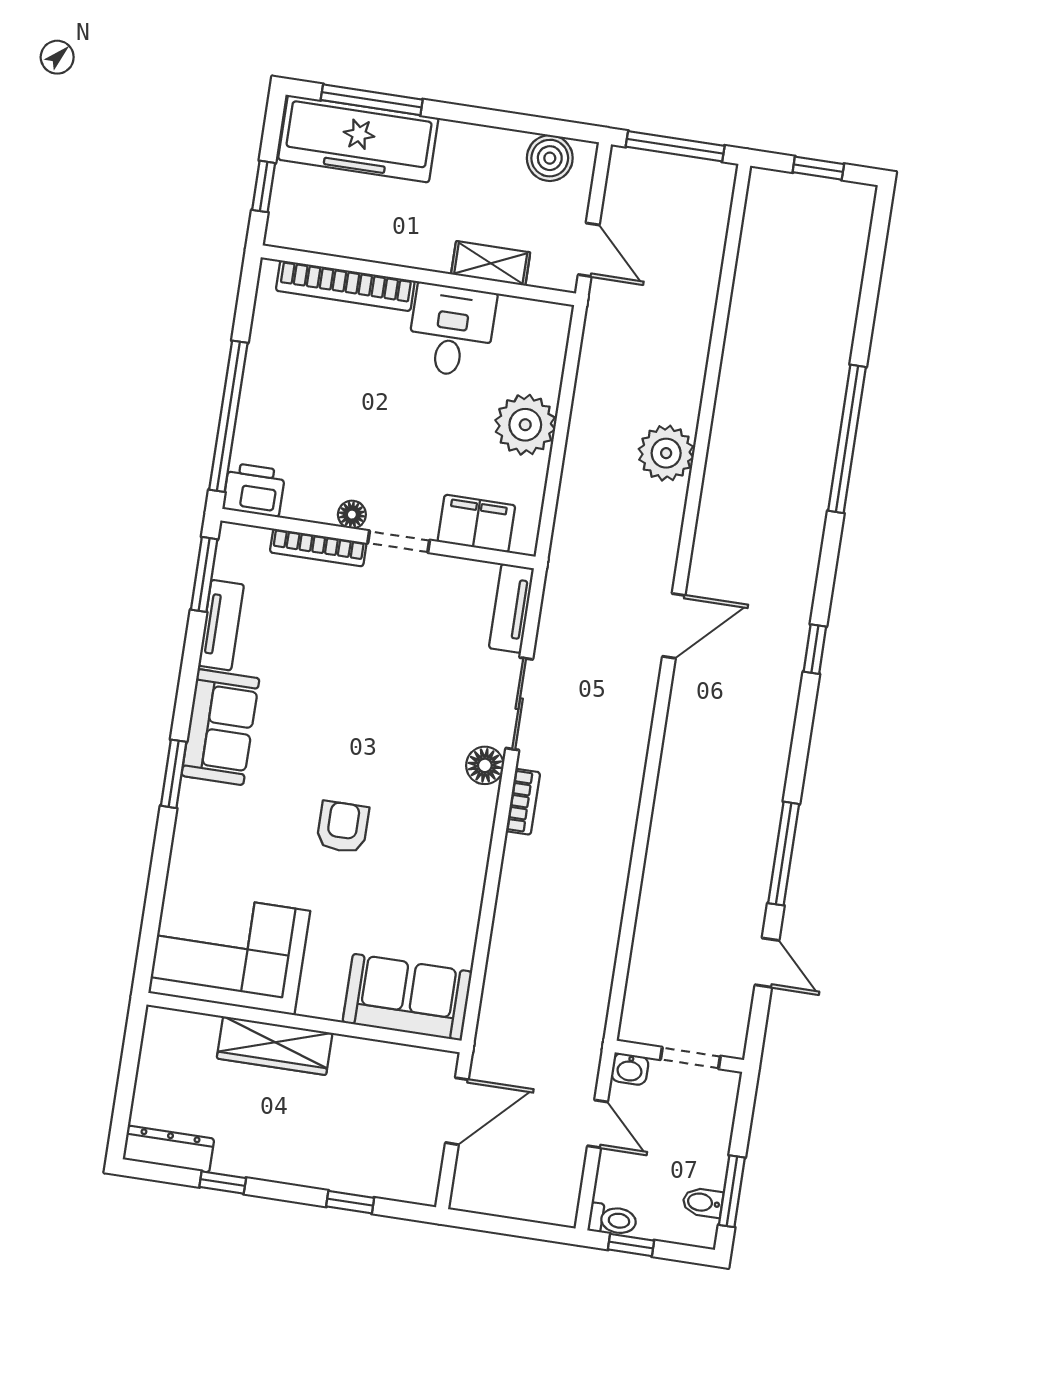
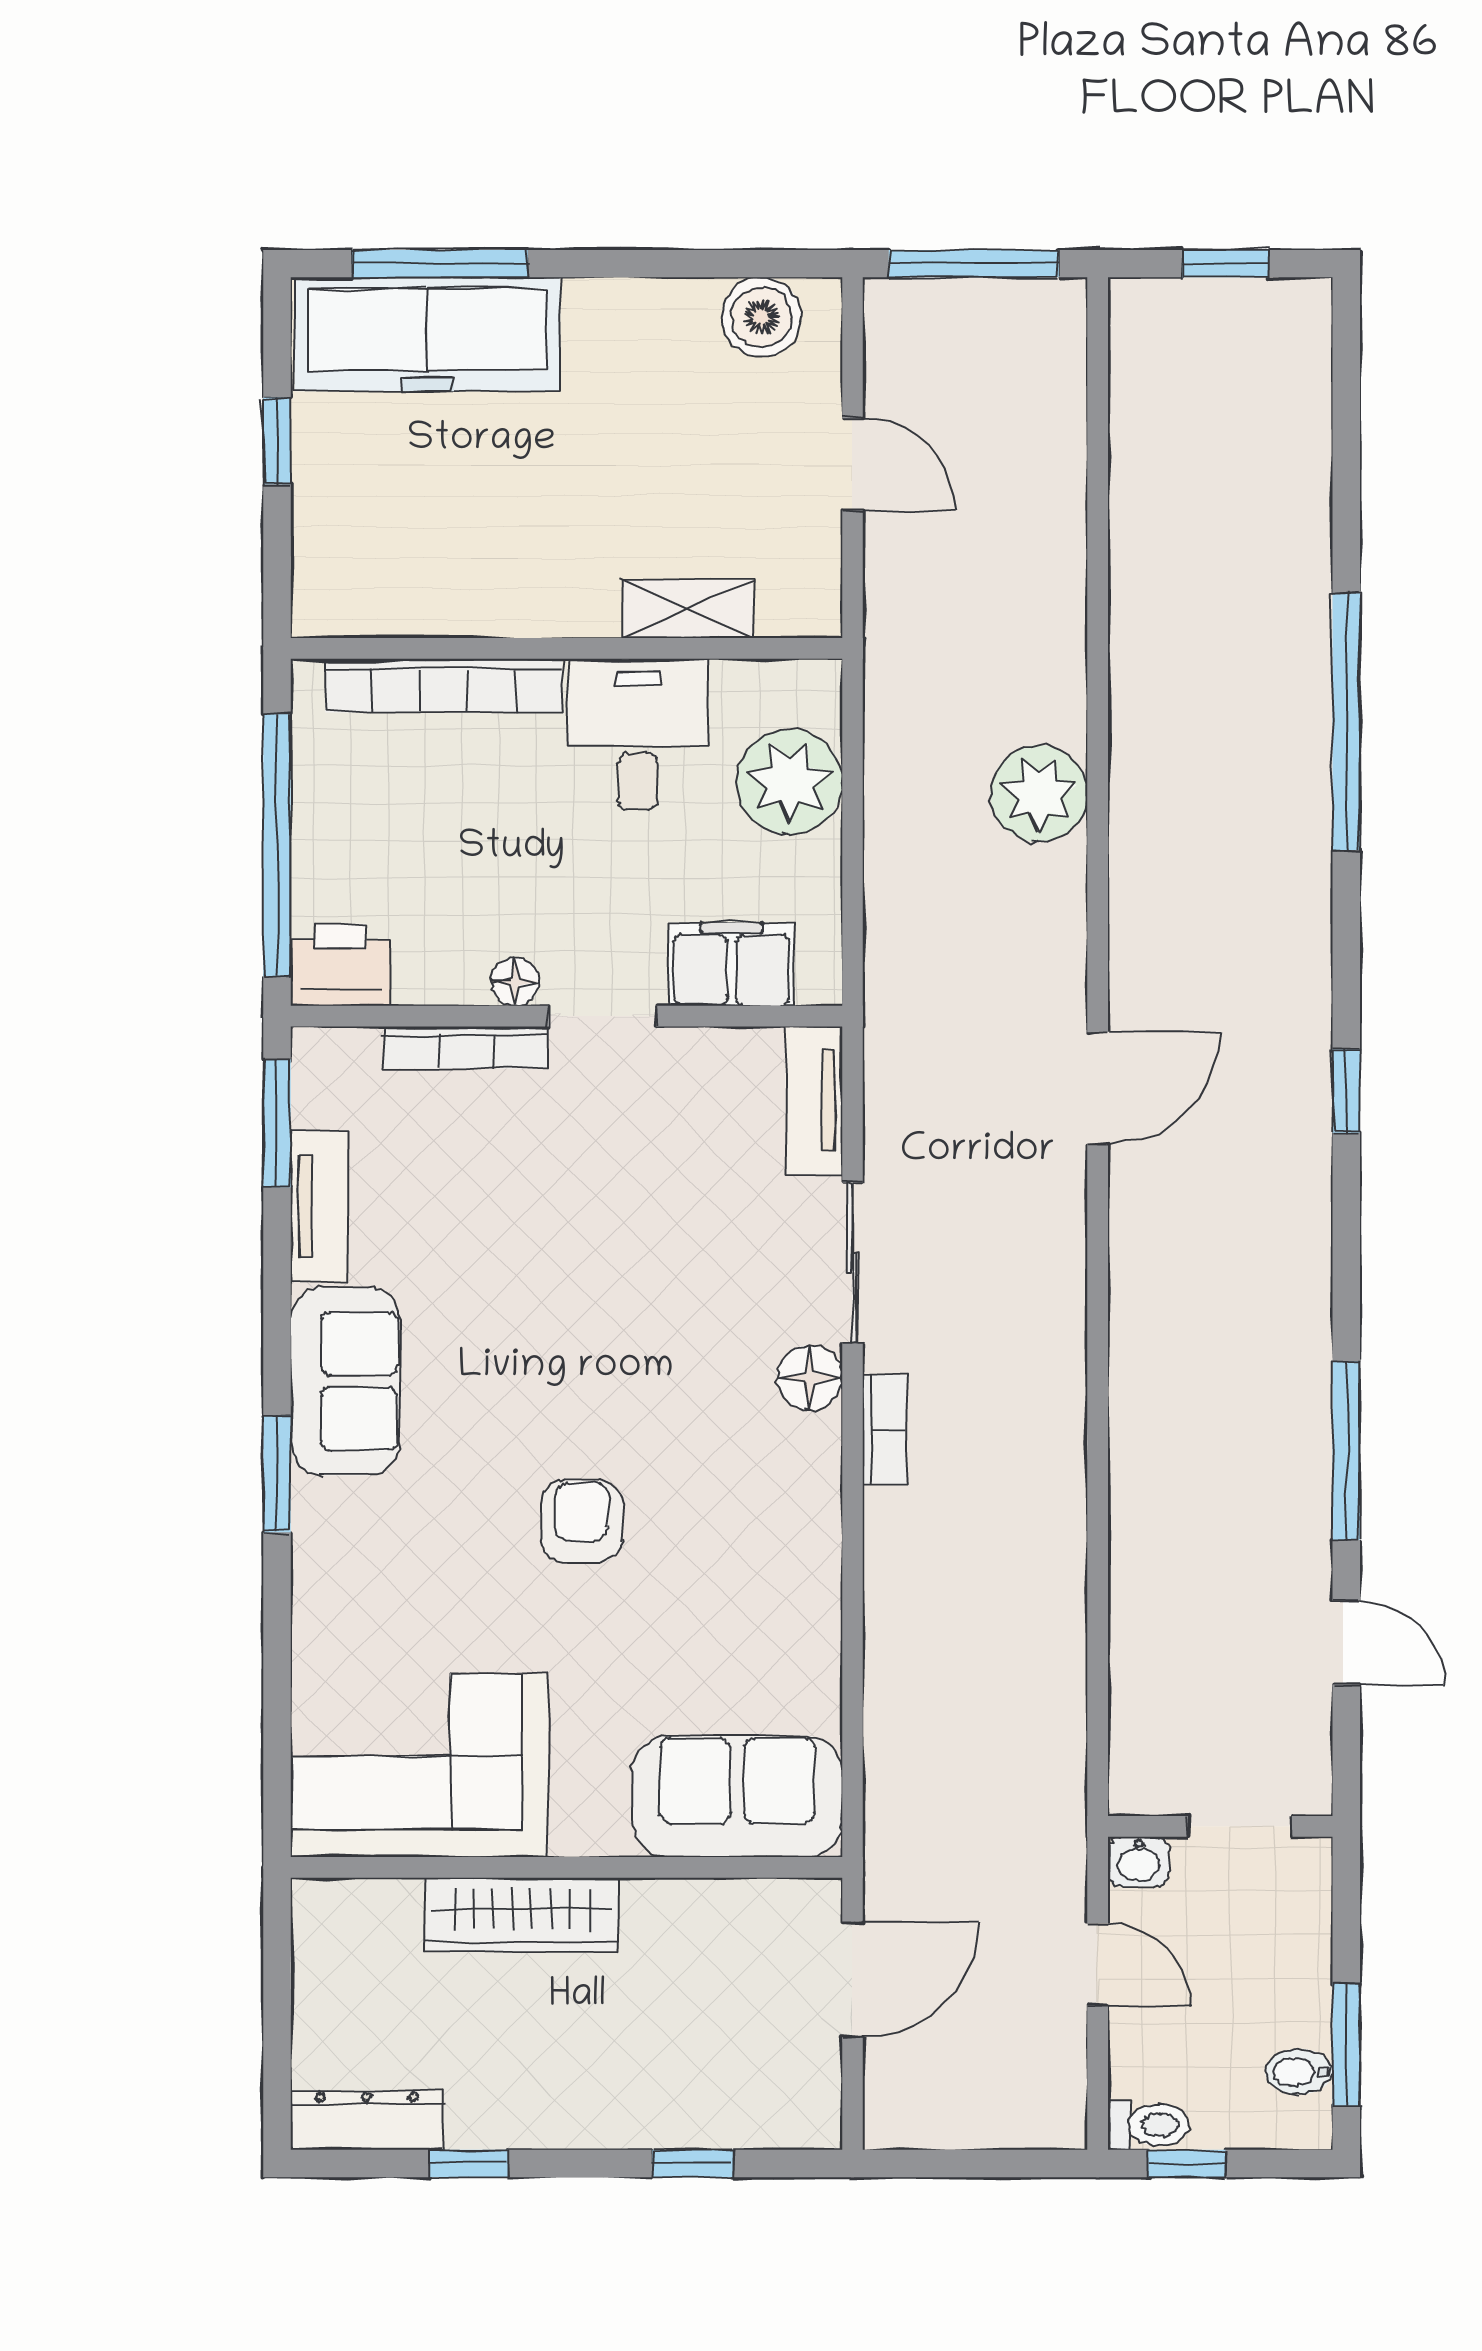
shelving: (491, 263) -> (688, 609), moved
wall: (418, 275) -> (566, 648), moved
bookcase: (345, 286) -> (444, 685), moved
desk: (451, 330) -> (638, 734), moved

